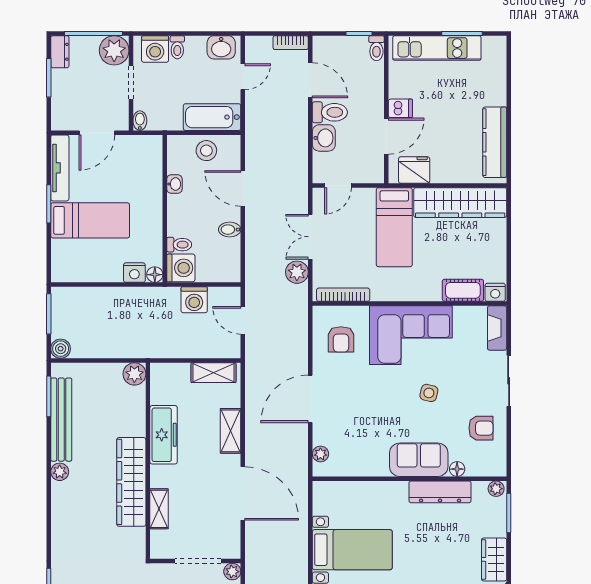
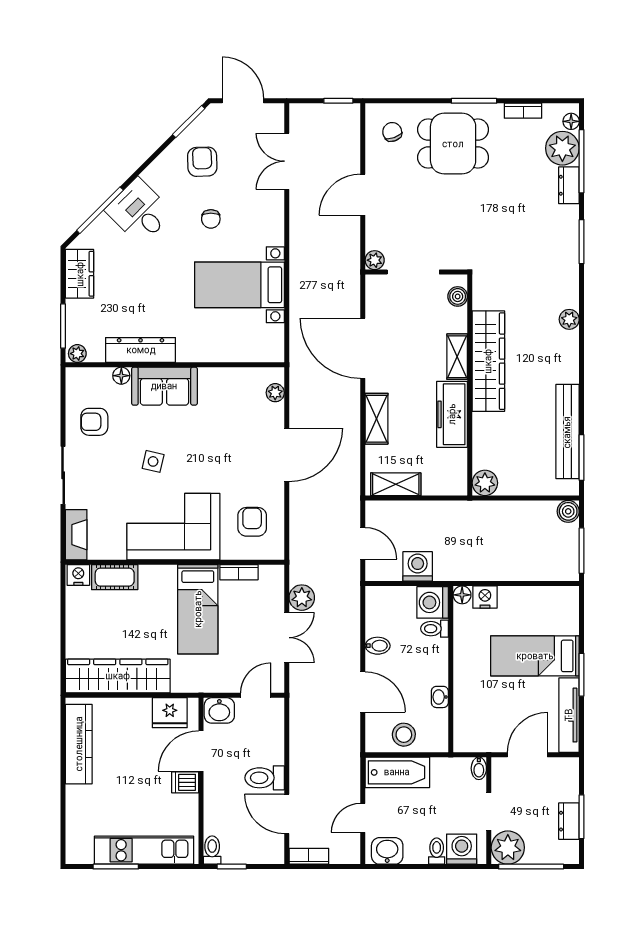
dresser: (60, 52) -> (569, 821), moved
washbasin: (324, 138) -> (219, 710), moved, turned -90
bed: (394, 227) -> (198, 609), moved, turned 180
bookcase: (343, 295) -> (239, 572), width x0.64
plant: (60, 472) -> (569, 319), moved
shelving: (159, 509) -> (457, 357), moved
boiler: (159, 539) -> (458, 296), added

